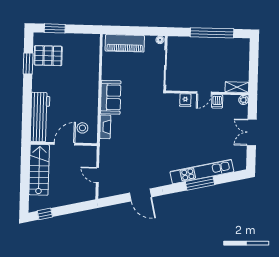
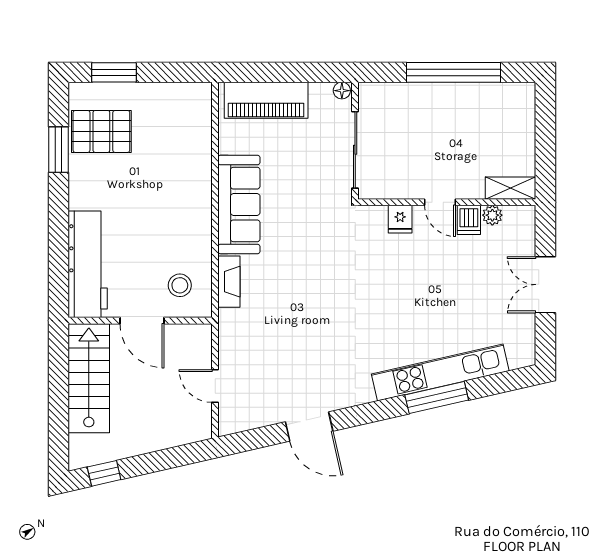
door: (204, 93) -> (440, 202), hinge flipped
sofa: (111, 97) -> (239, 204), width x1.36
plant: (243, 100) -> (492, 215), moved
door: (64, 144) -> (142, 321), swing flipped

